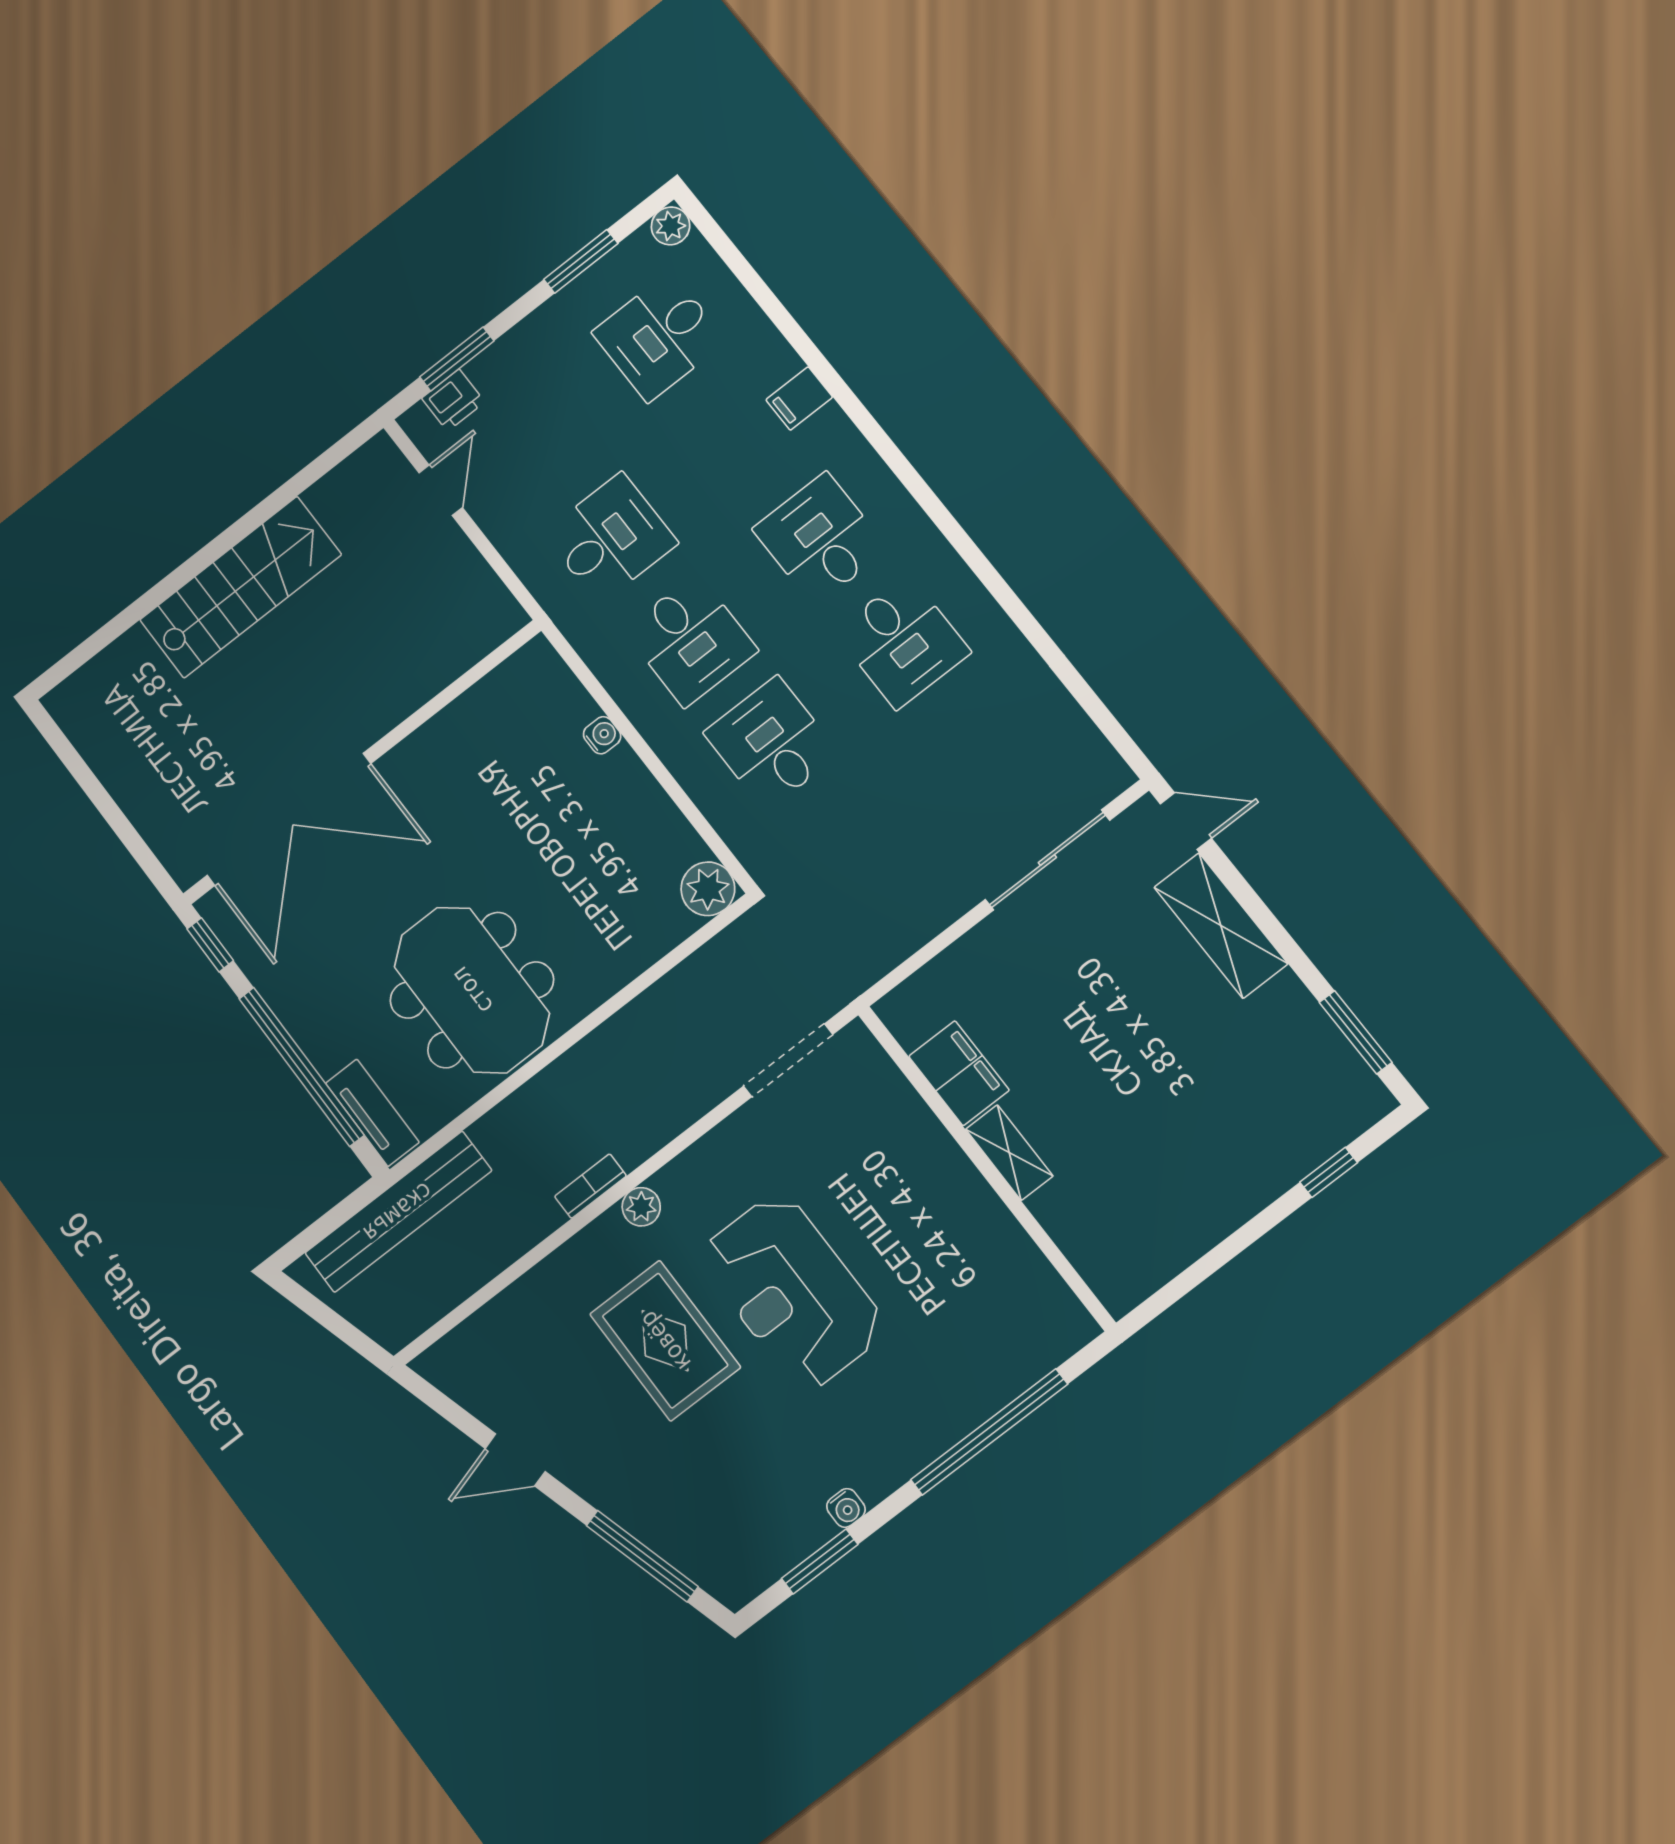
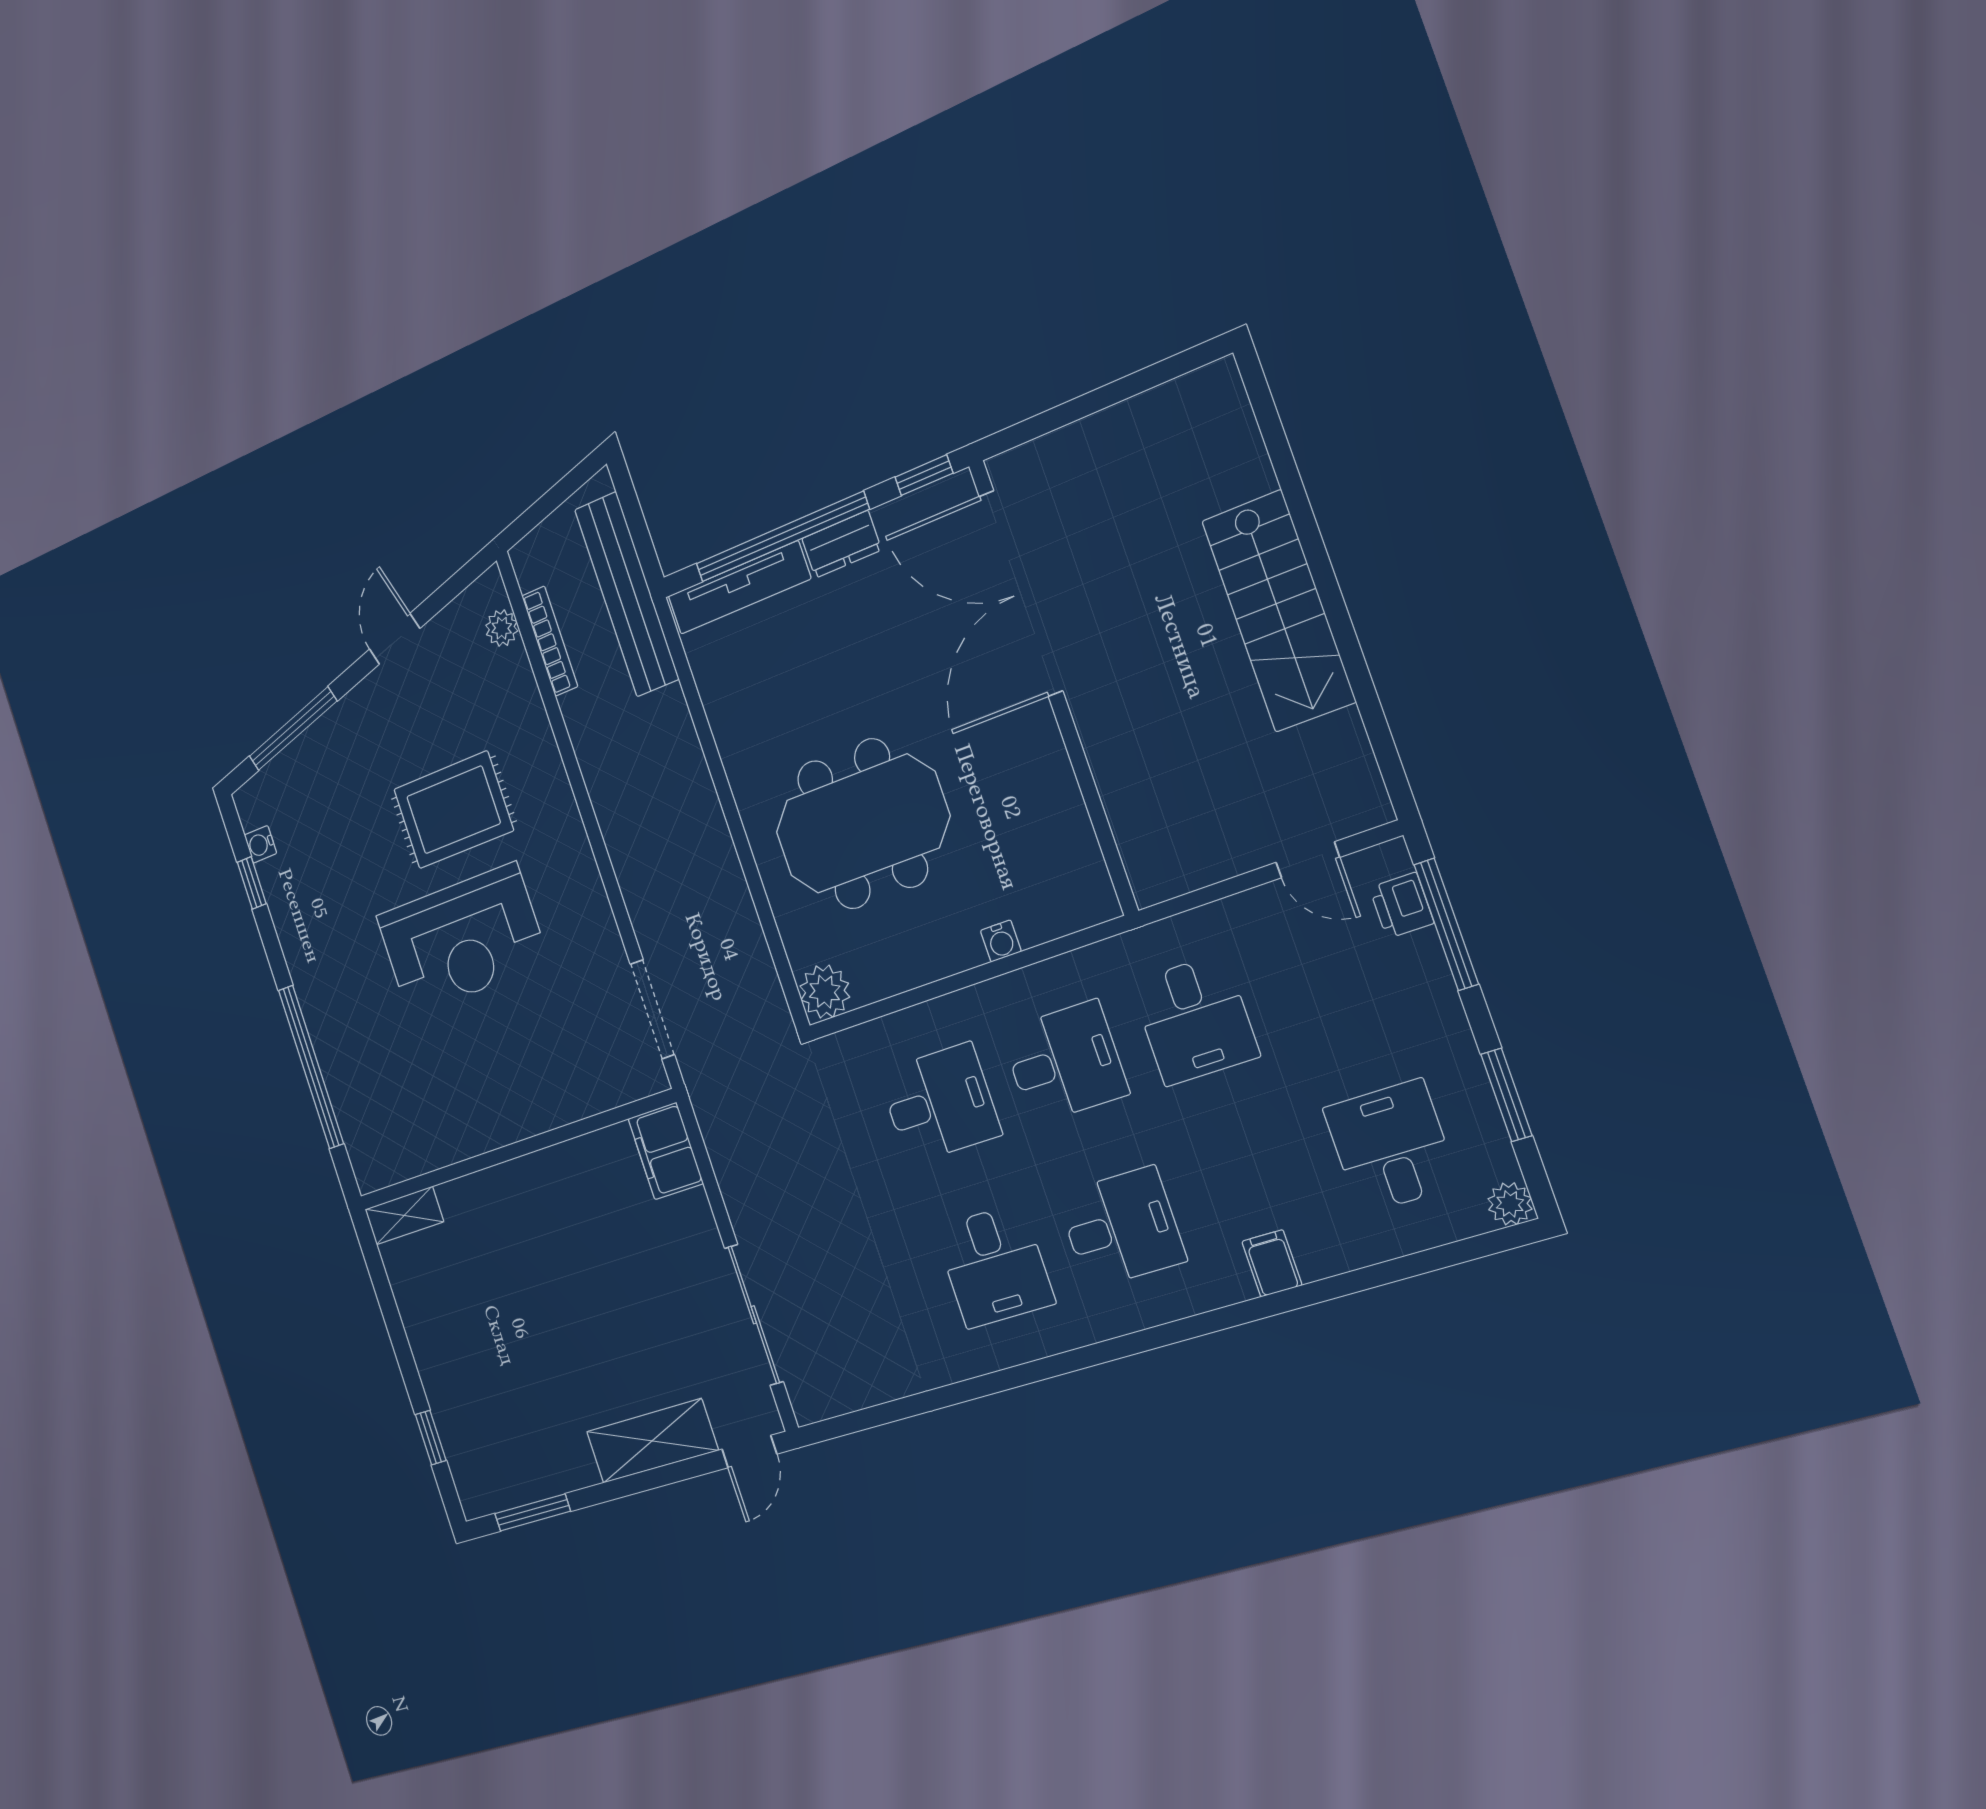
window: (457, 359) -> (1446, 924), width x1.44
desk: (690, 640) -> (1065, 1062), turned 180
desk: (902, 642) -> (994, 1266), turned -90
meeting table: (472, 990) -> (862, 824), moved
dresser: (292, 1005) -> (842, 544), added
filing cabinet: (959, 1073) -> (666, 1151), moved, turned 90
tv unit: (372, 1113) -> (739, 588), width x1.41
shelving: (1009, 1153) -> (404, 1215), moved
bookcase: (591, 1186) -> (550, 641), moved, width x1.56
plant: (641, 1207) -> (502, 628), moved
reception desk: (792, 1292) -> (462, 939), turned 180
water cooler: (846, 1508) -> (260, 844), moved
window: (820, 1561) -> (252, 883), width x0.67

